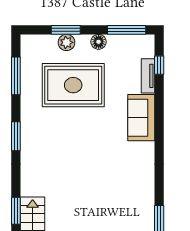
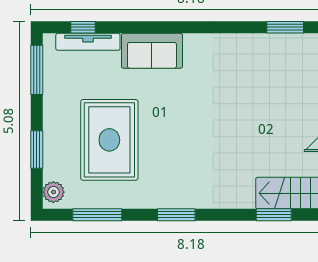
plant: (66, 42) -> (53, 192), moved
floor lamp: (99, 42) -> (53, 107), removed
tv unit: (148, 76) -> (88, 42), width x1.41

